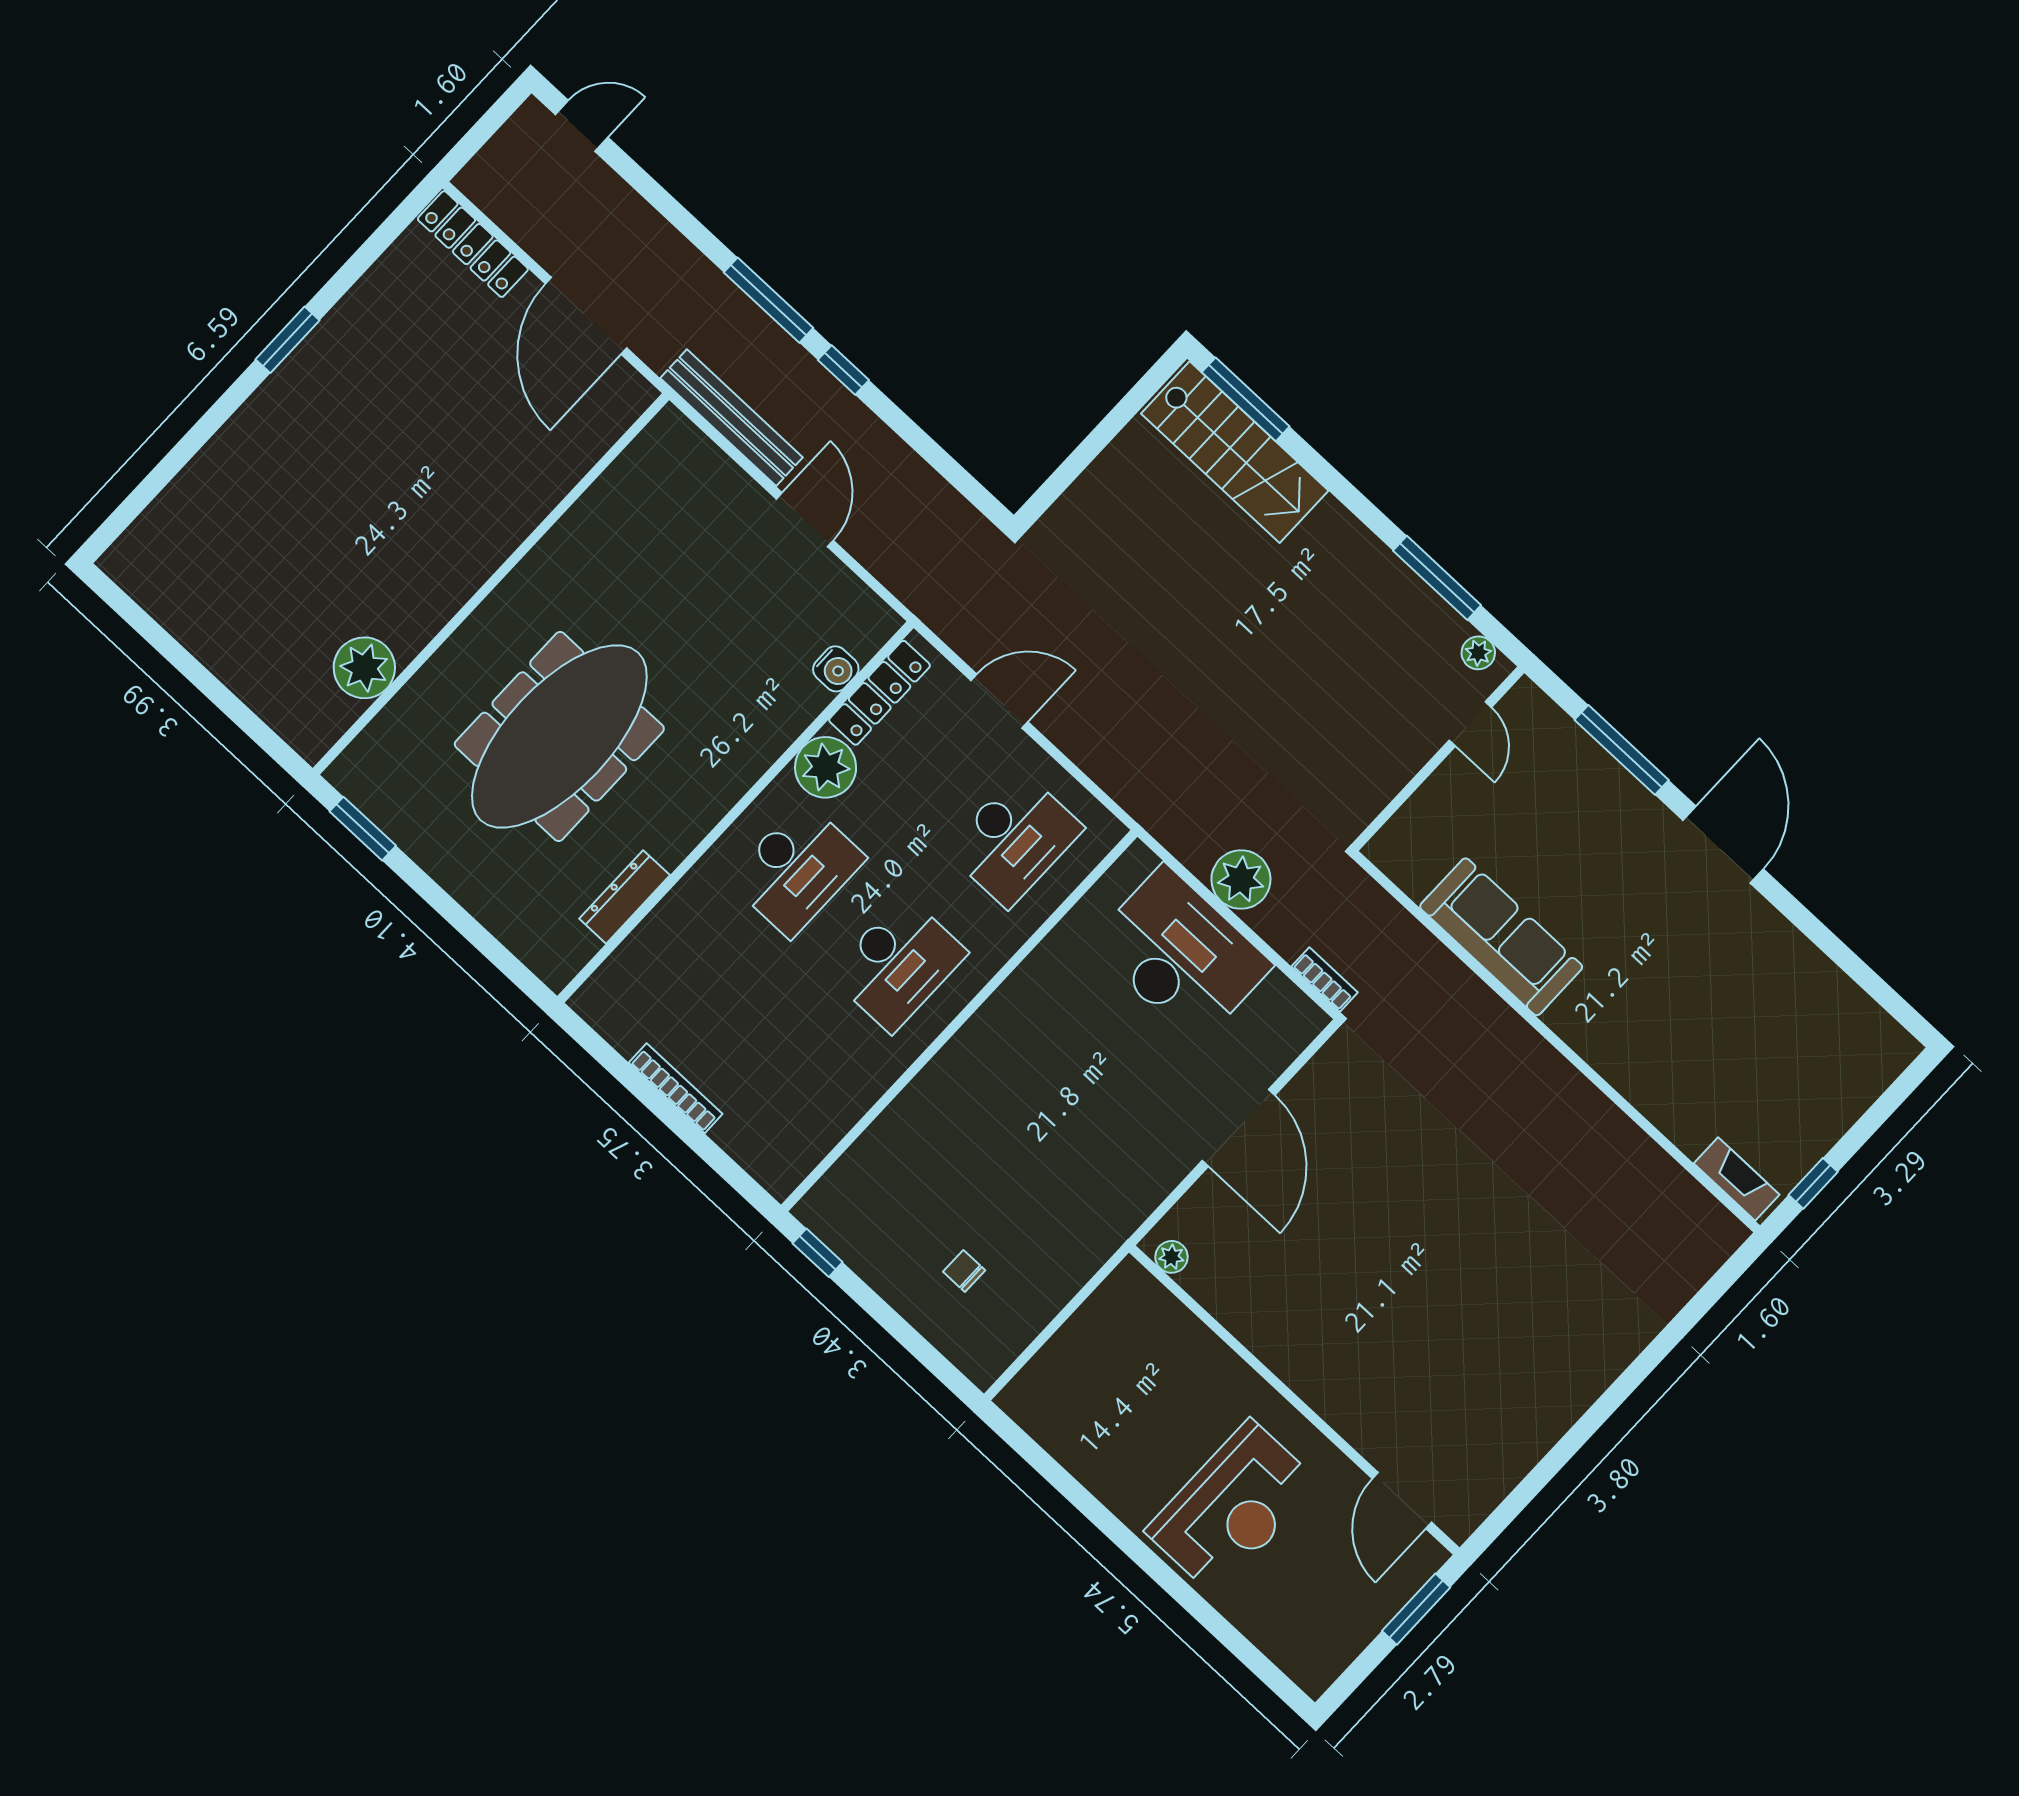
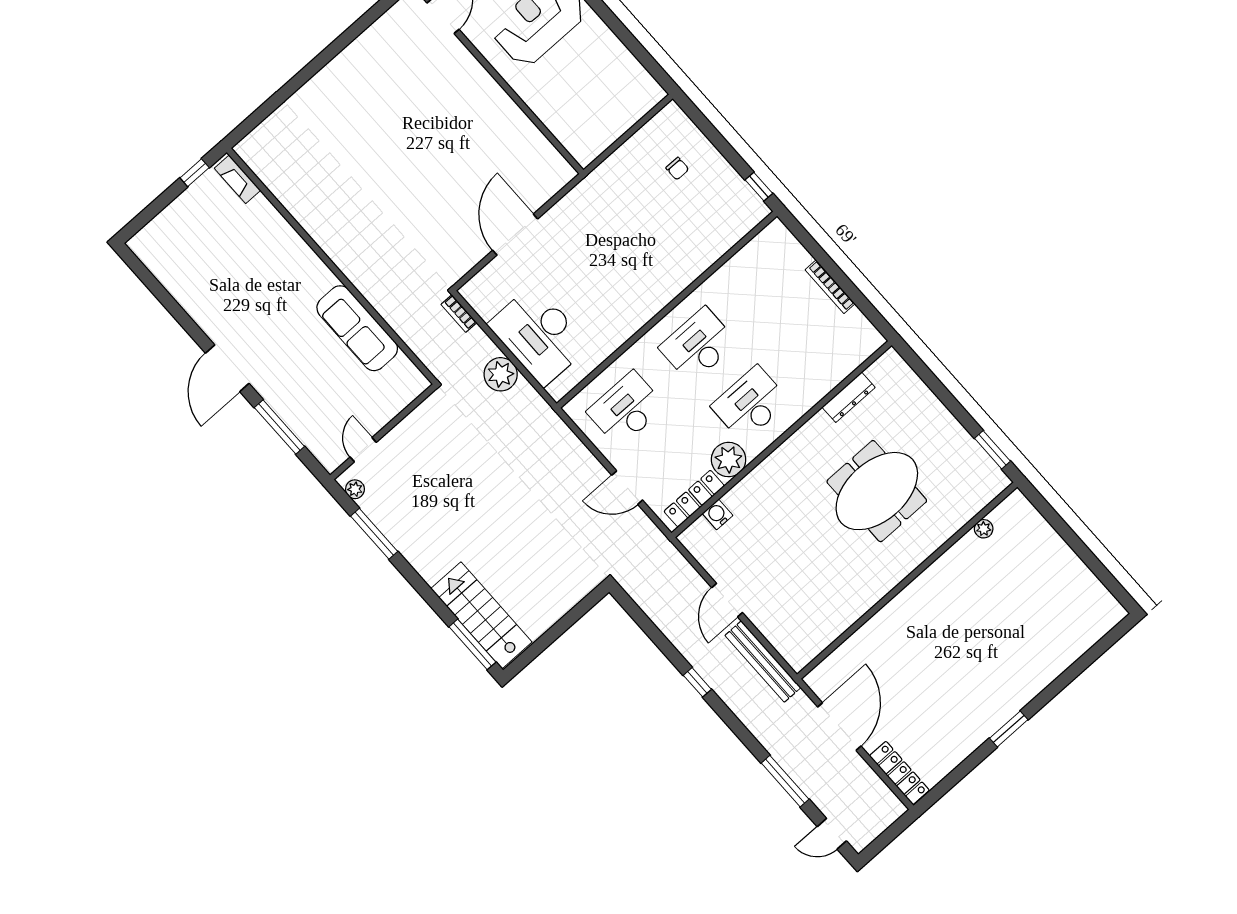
window: (768, 300) -> (785, 781), moved
plant: (364, 668) -> (984, 529), width x0.53, depth x0.53
meeting table: (559, 736) -> (877, 491), width x0.73
plant: (1171, 1257) -> (560, 165), removed

